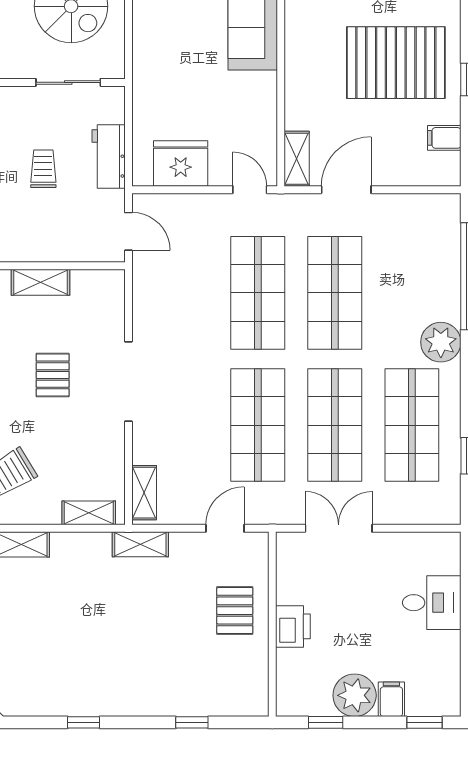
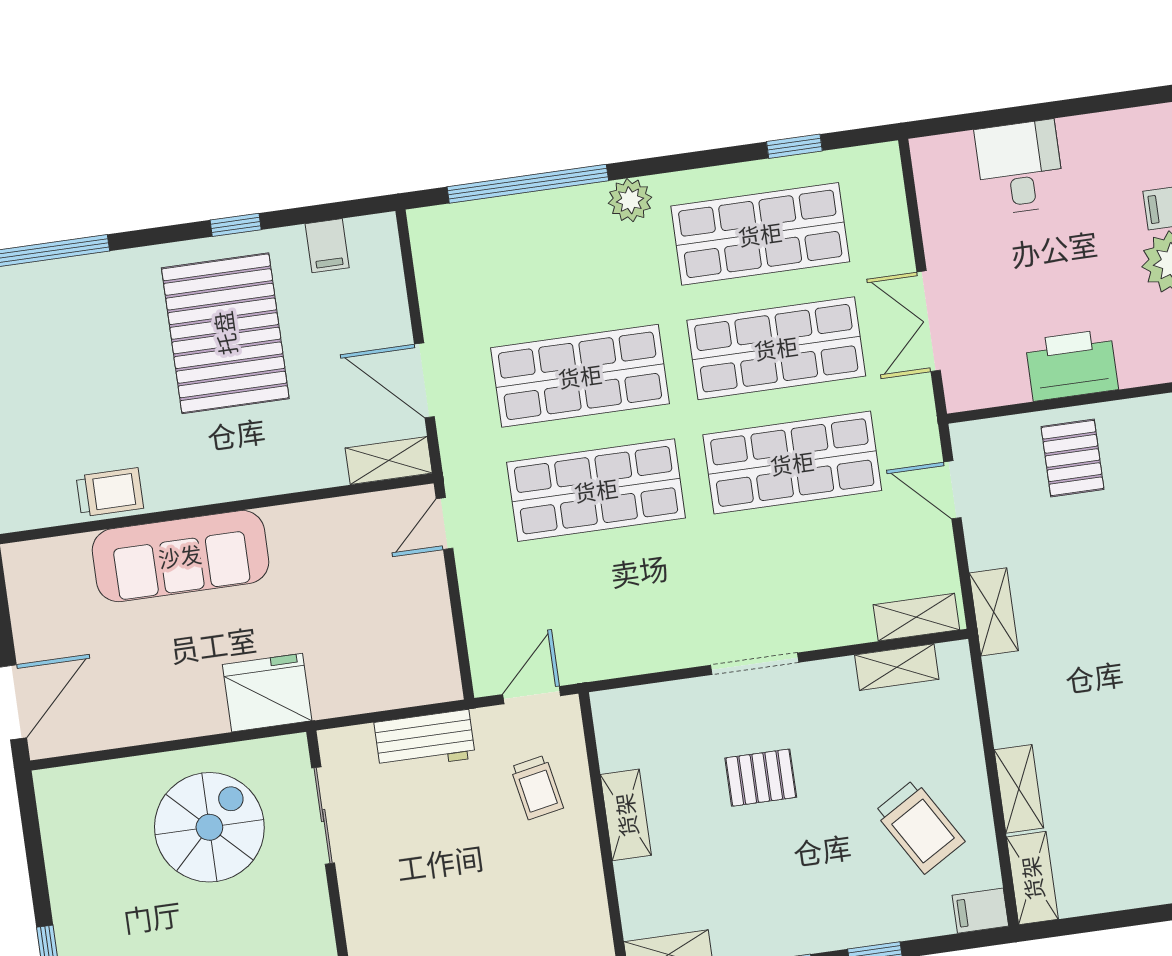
fridge: (181, 164) -> (267, 693), moved, turned 90
trolley: (43, 169) -> (537, 787), moved, turned -101
plant: (441, 342) -> (630, 200), width x0.73, depth x0.73
doorway: (128, 381) -> (755, 664), width x0.73
shelving: (89, 513) -> (897, 667), moved, turned 90
pallet: (235, 611) -> (1072, 458), turned 90
printer: (293, 626) -> (1072, 365), width x1.37, depth x1.19

